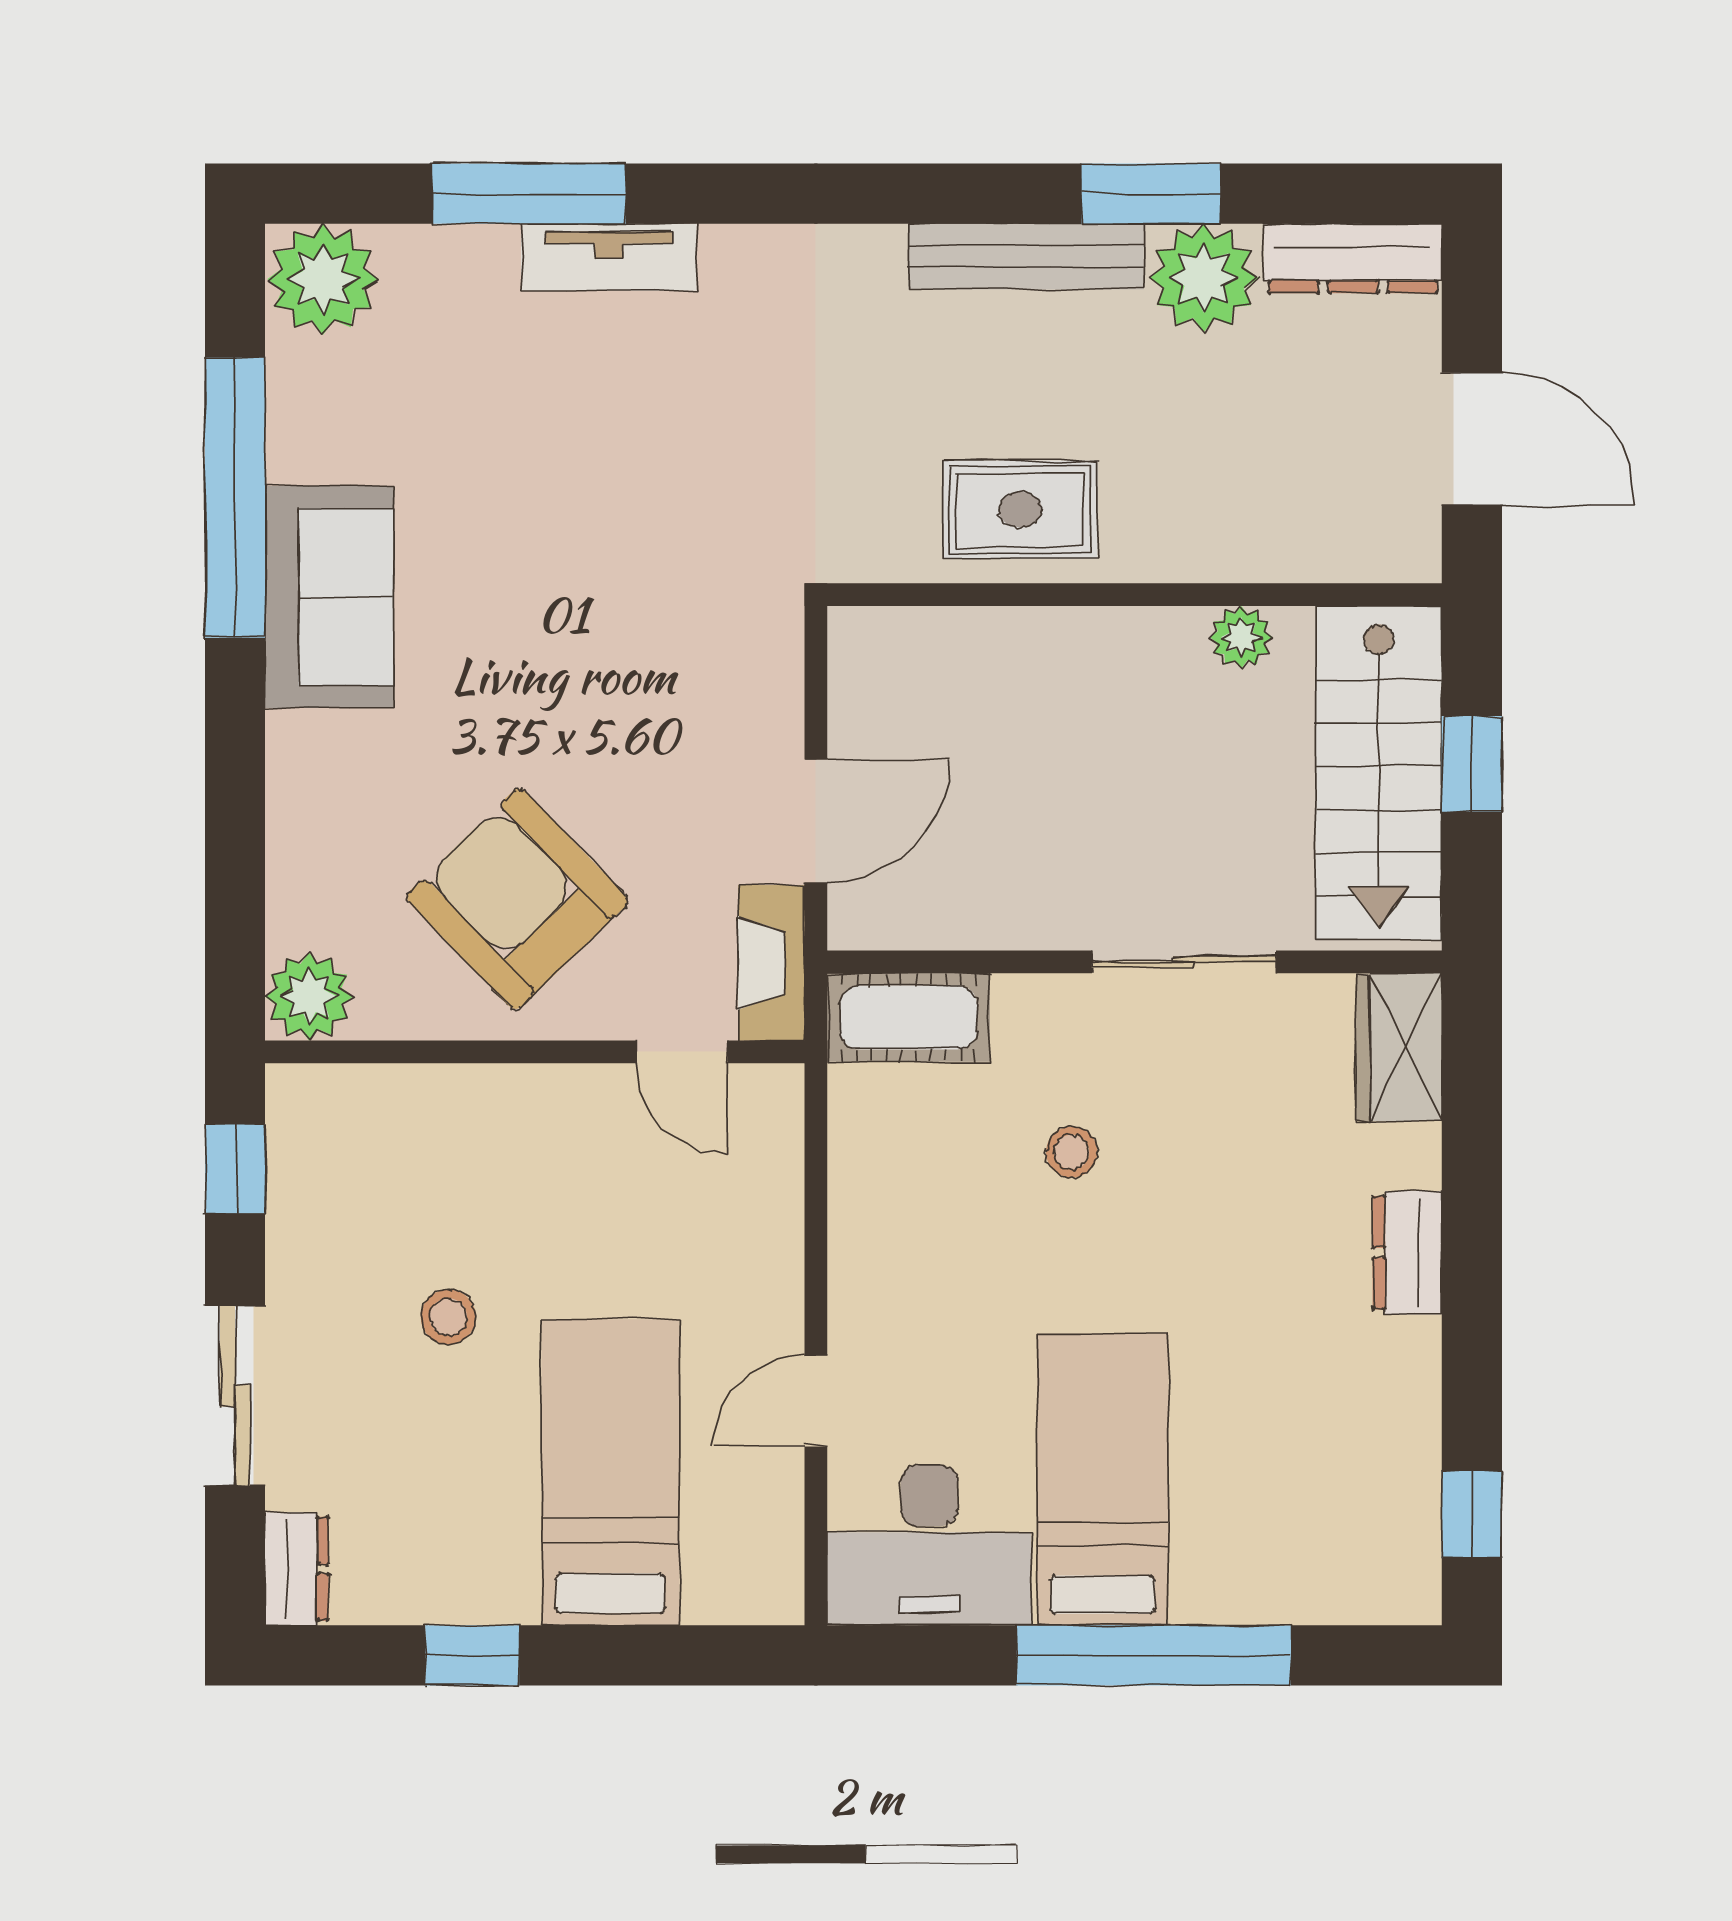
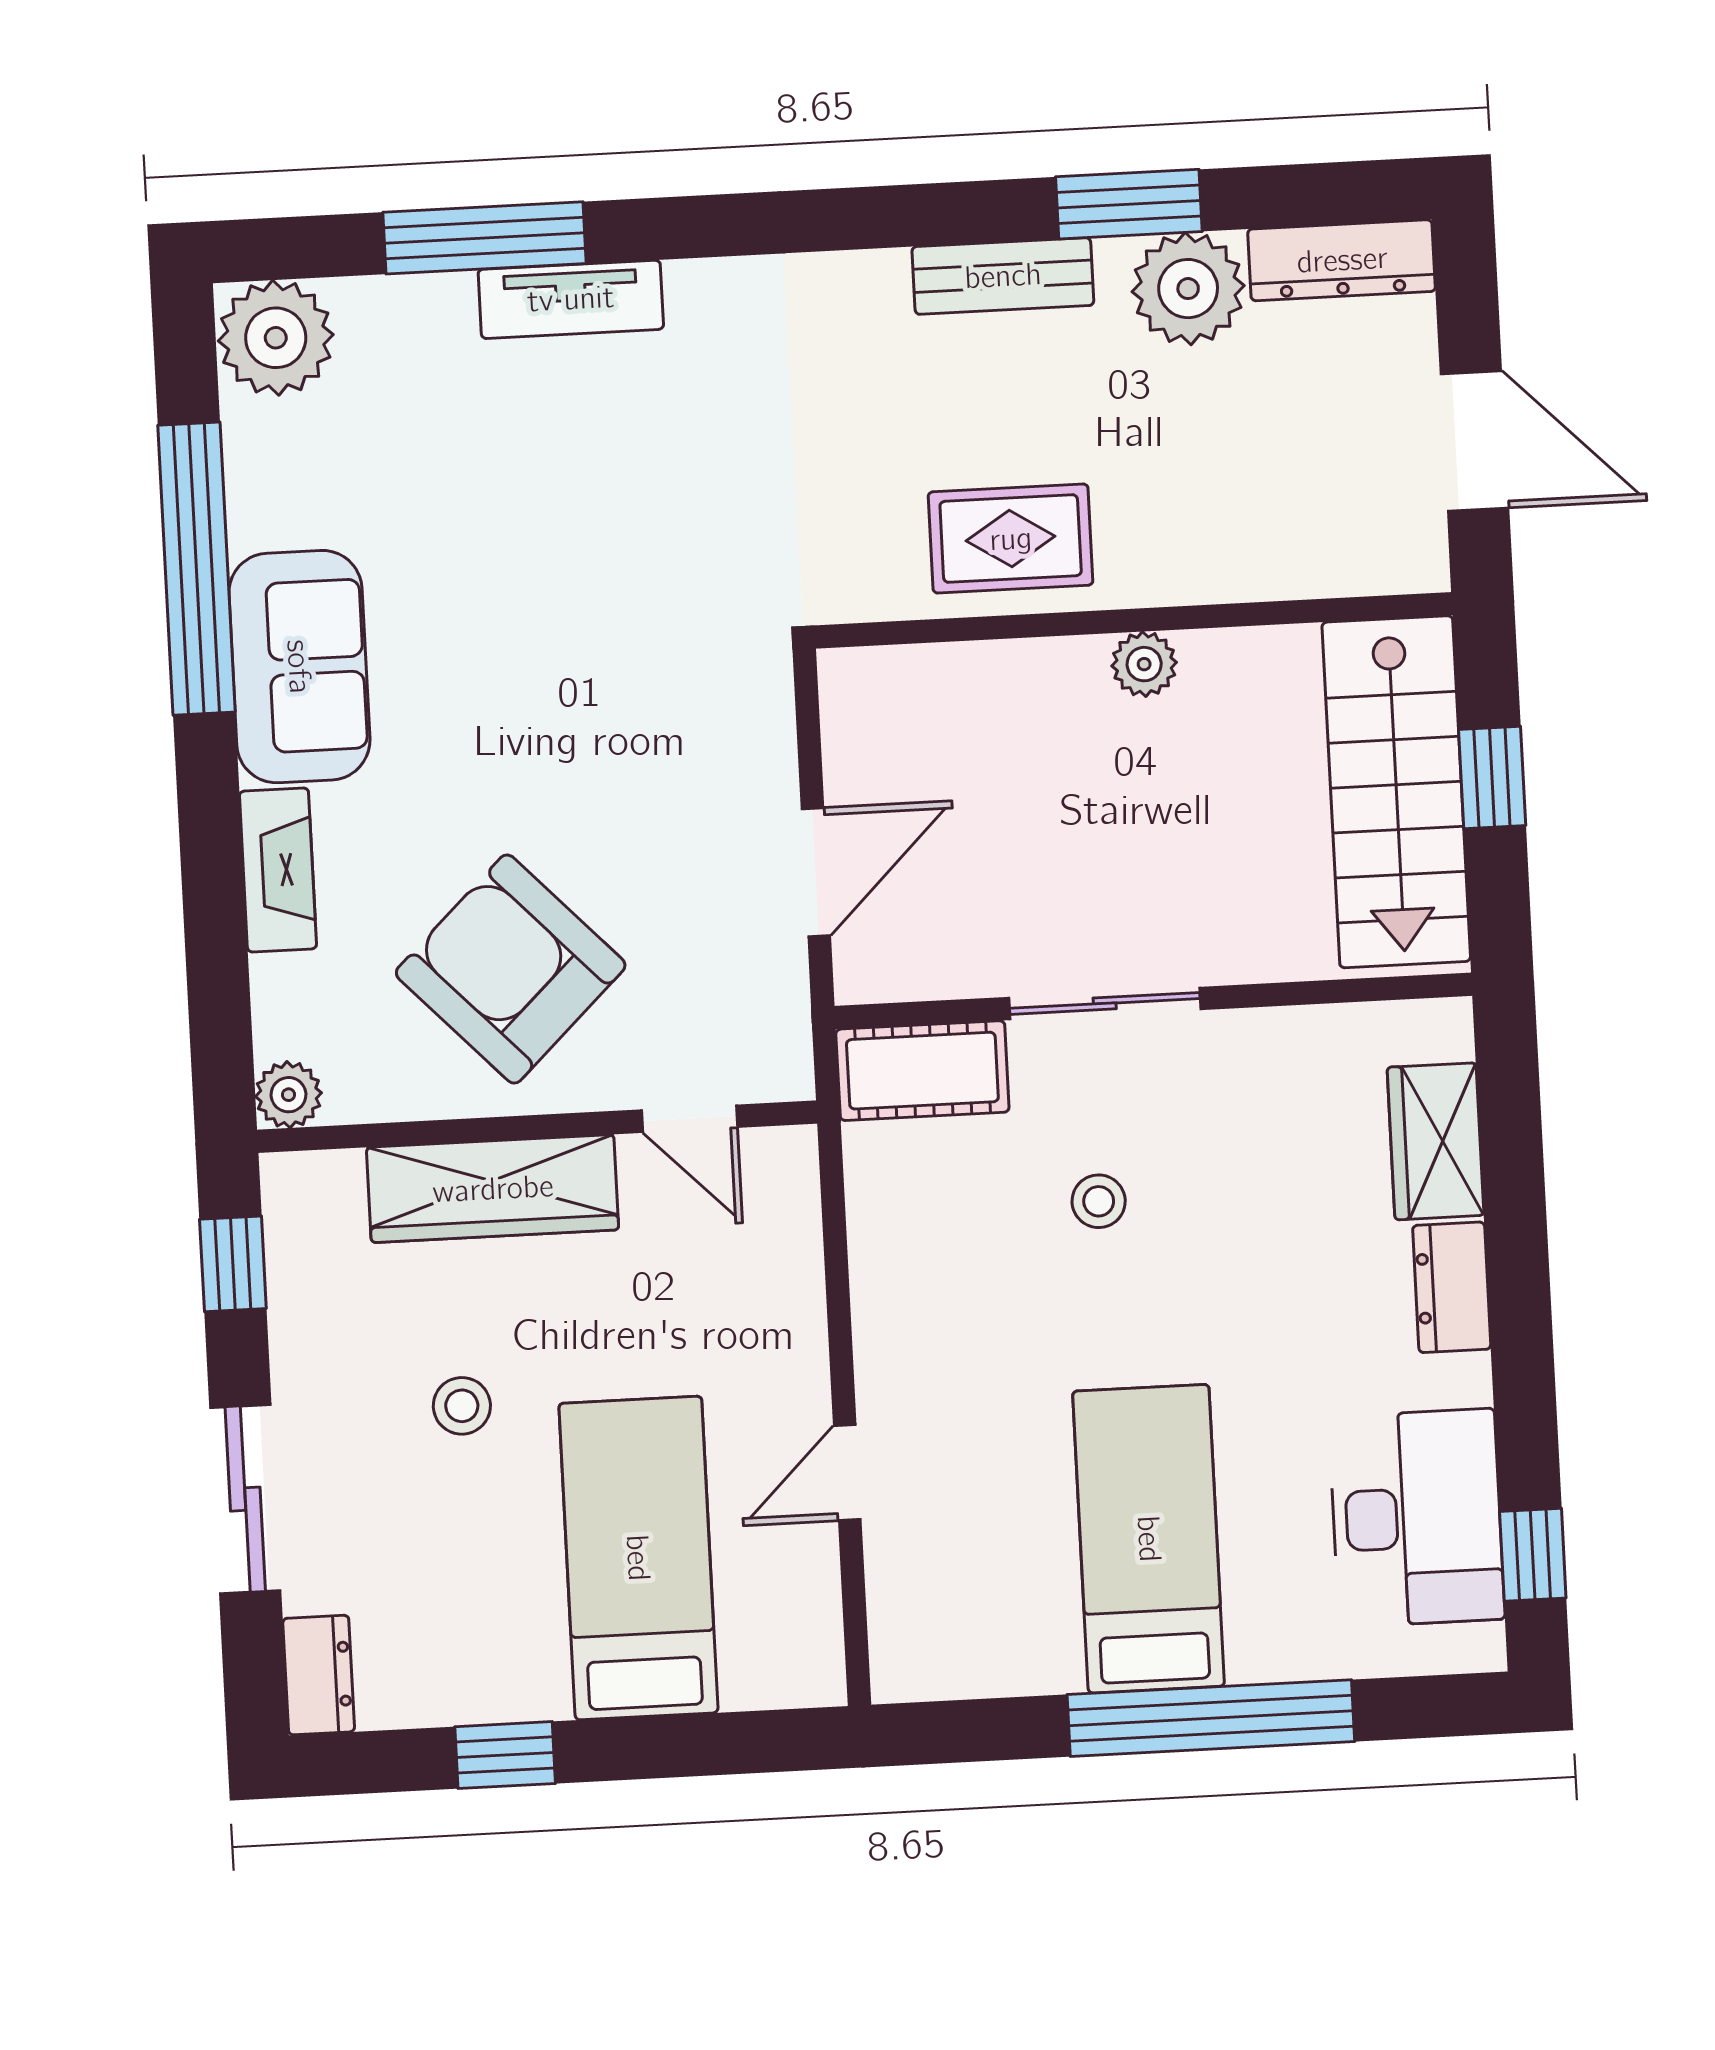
bench: (1026, 256) -> (1003, 276), width x0.73
plant: (1241, 637) -> (1144, 664), moved
sliding door: (1184, 962) -> (1105, 1003), moved
fireplace: (771, 963) -> (278, 870), moved, turned 180
plant: (309, 997) -> (288, 1095), width x0.73, depth x0.73
wardrobe: (1399, 1047) -> (1436, 1141), moved
wardrobe: (489, 1109) -> (493, 1189), added
desk: (929, 1545) -> (1417, 1518), moved, turned -90

